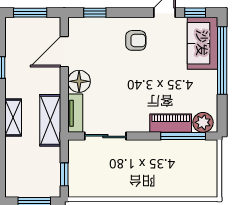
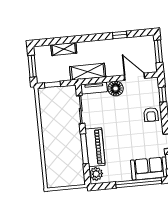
armchair: (136, 40) -> (151, 115), moved
shelving: (13, 118) -> (64, 49), moved
piano: (171, 123) -> (95, 147), width x1.37, depth x1.33
window: (183, 136) -> (84, 149), moved

